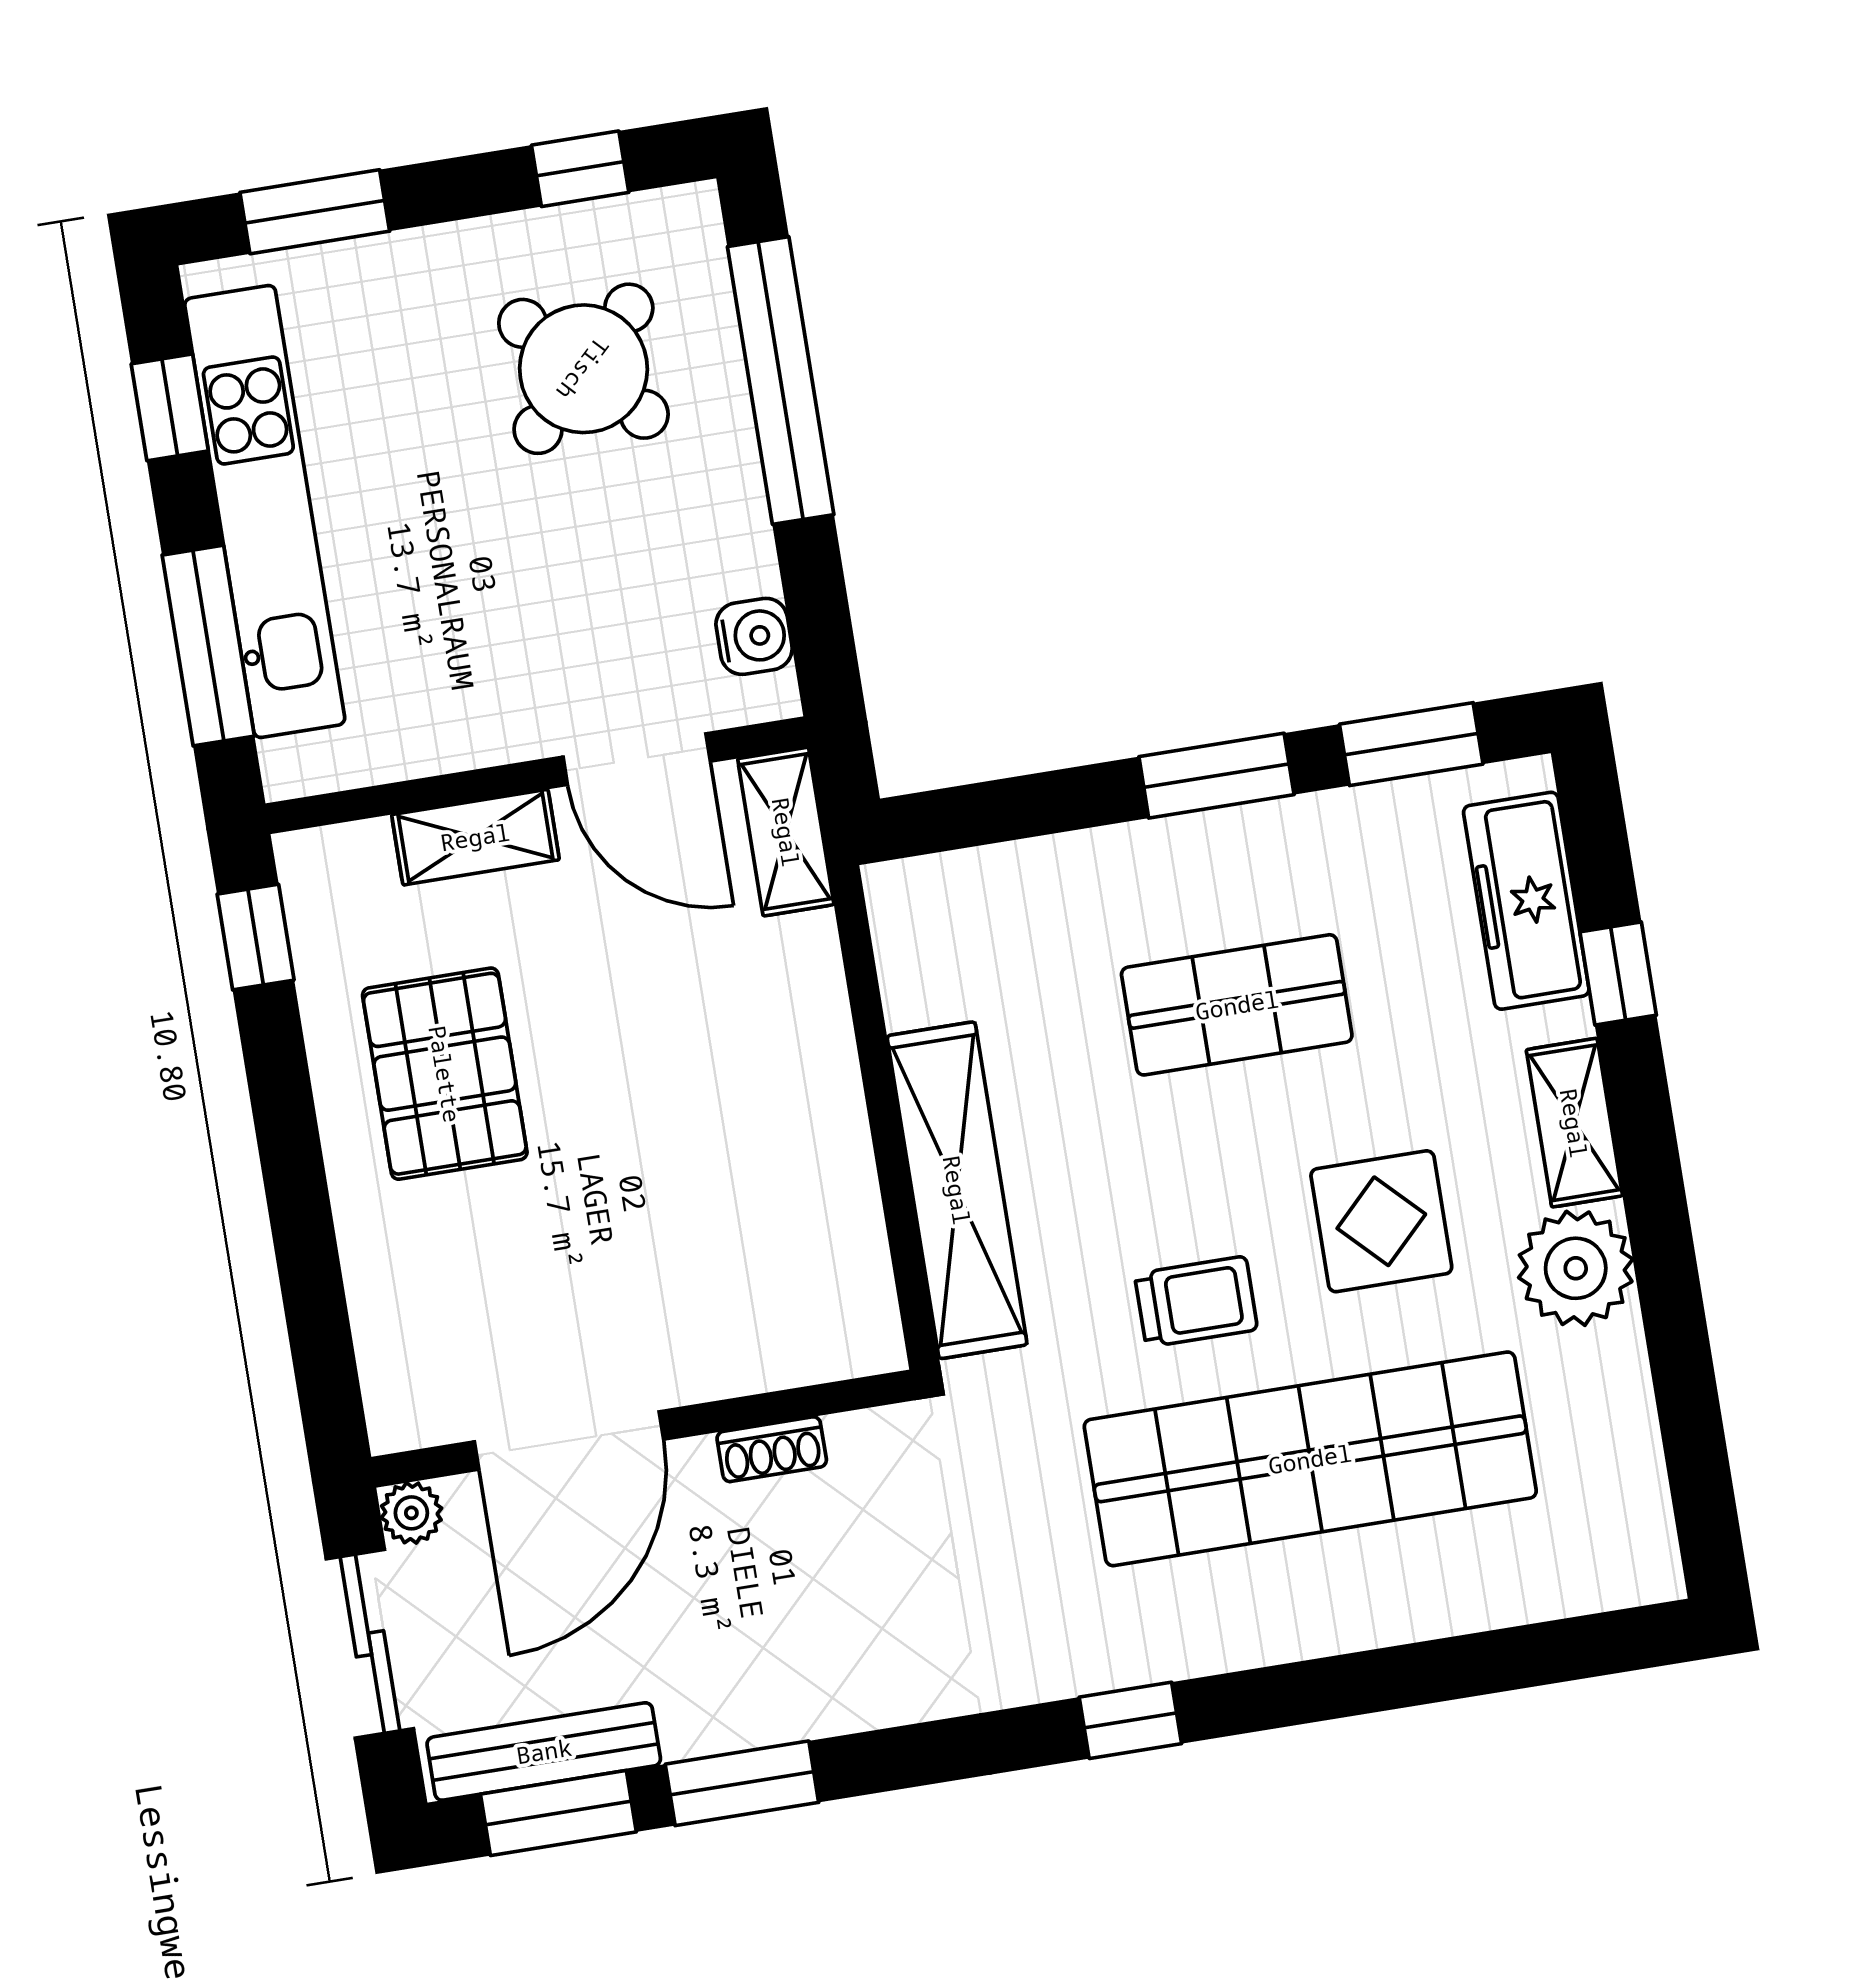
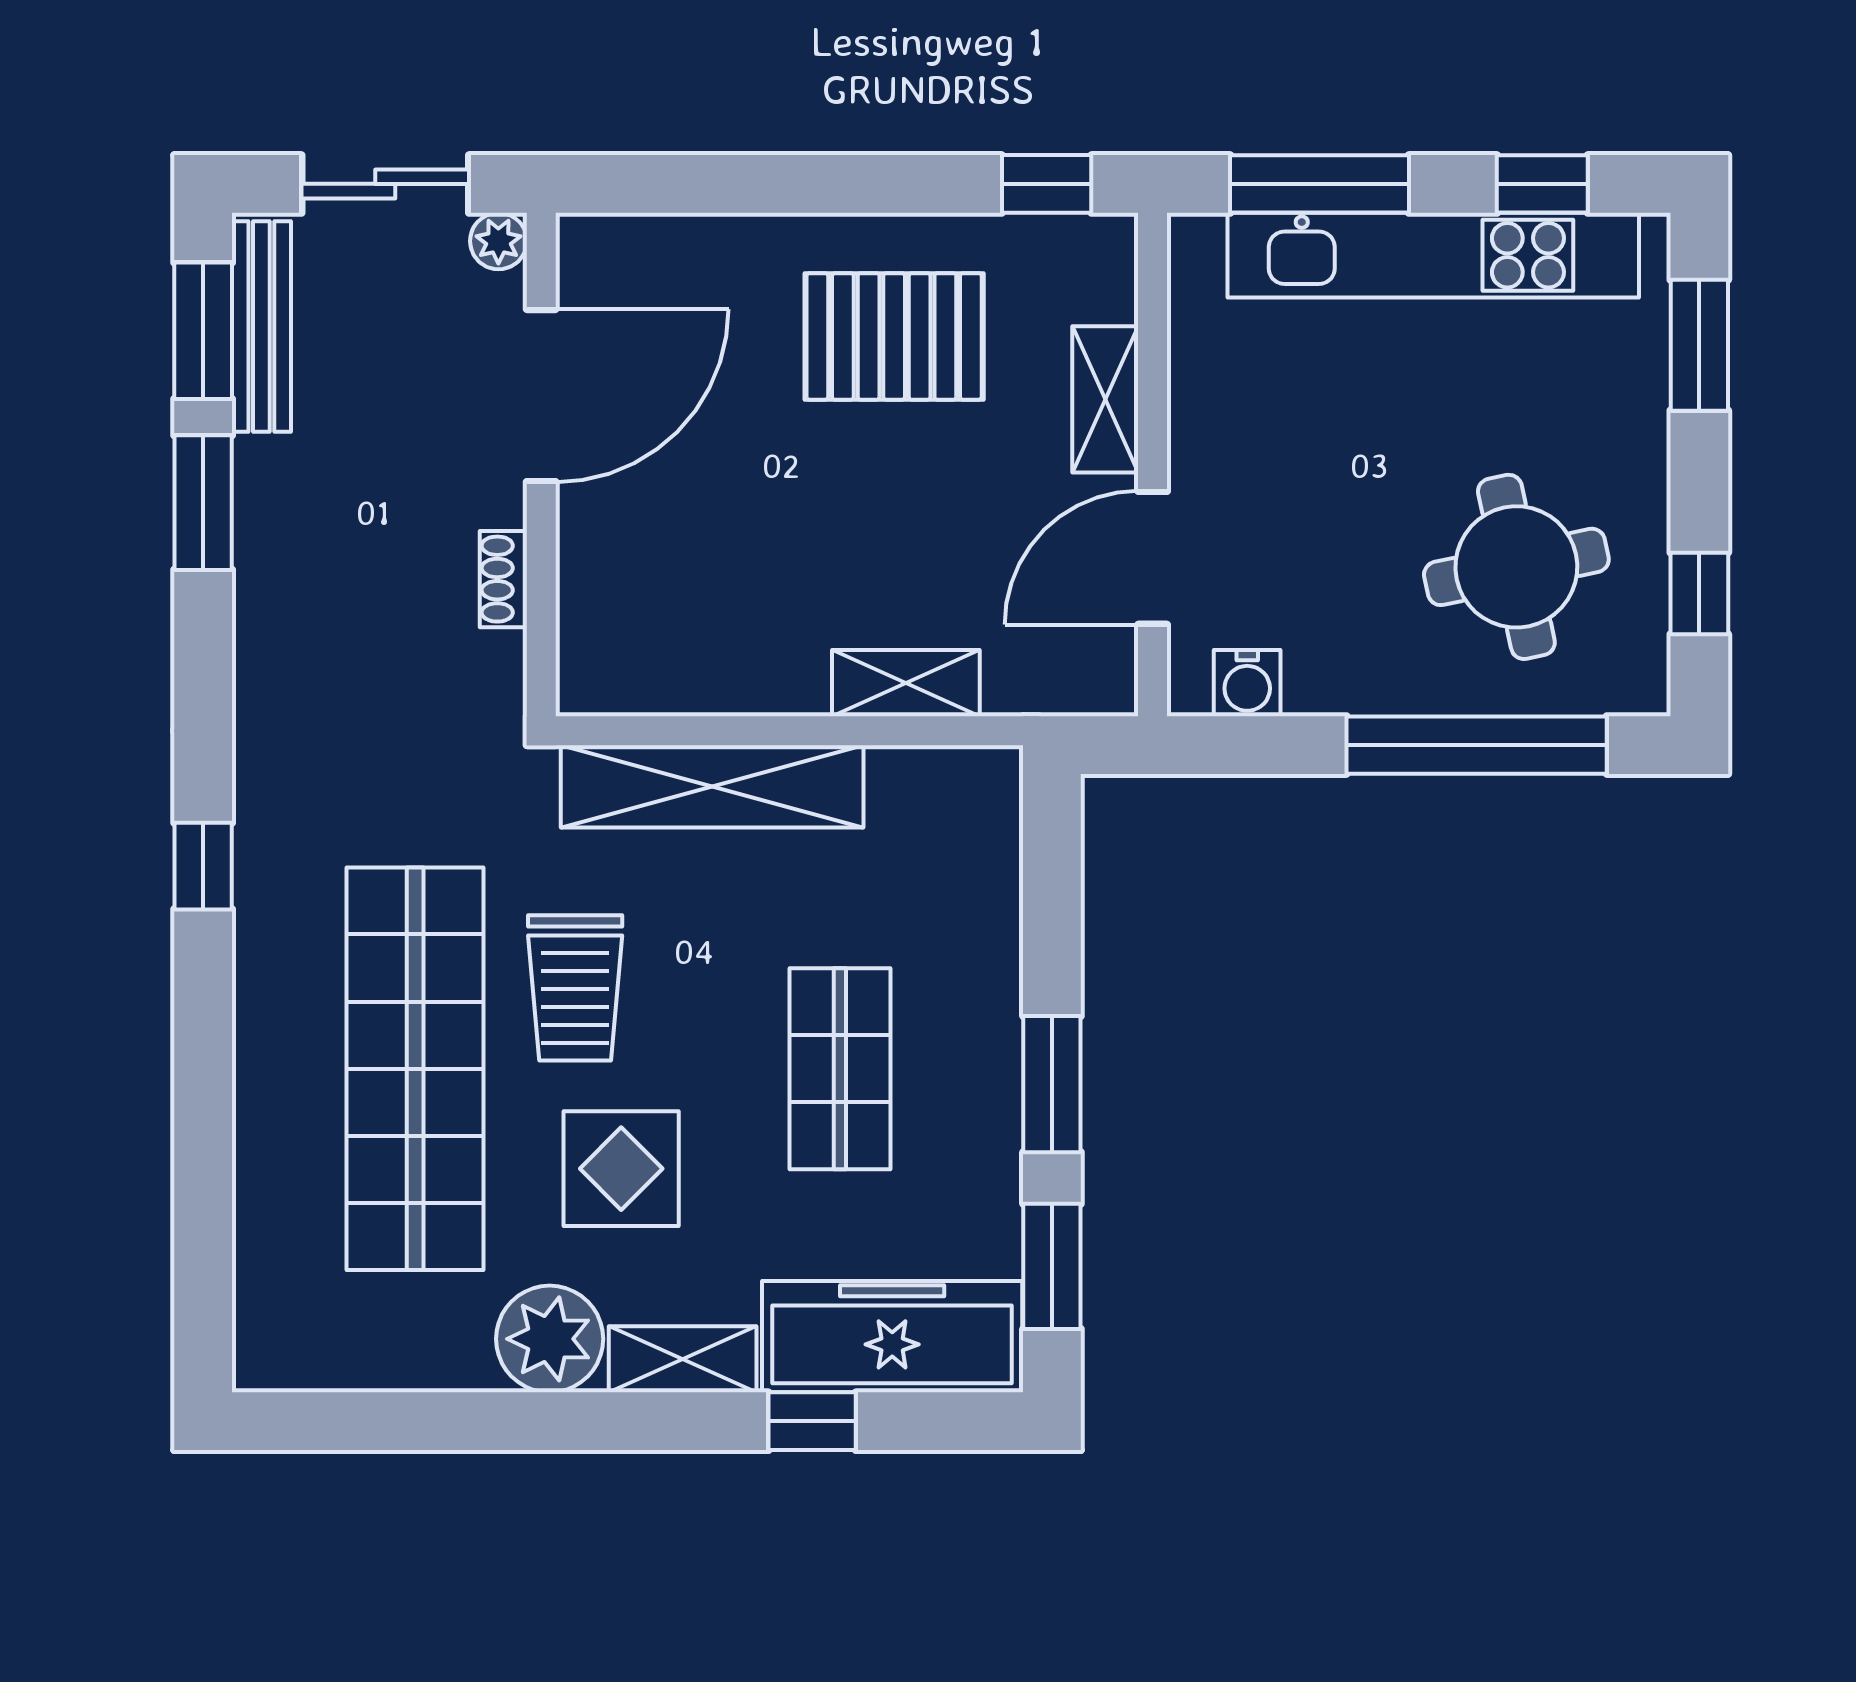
round table: (583, 369) -> (1516, 567), turned 32
shelving: (786, 832) -> (906, 683), moved
freezer: (1526, 901) -> (892, 1337), width x1.36, depth x1.26
trolley: (1196, 1302) -> (575, 988), width x1.36, depth x1.39
door: (569, 1441) -> (541, 396), swing flipped

